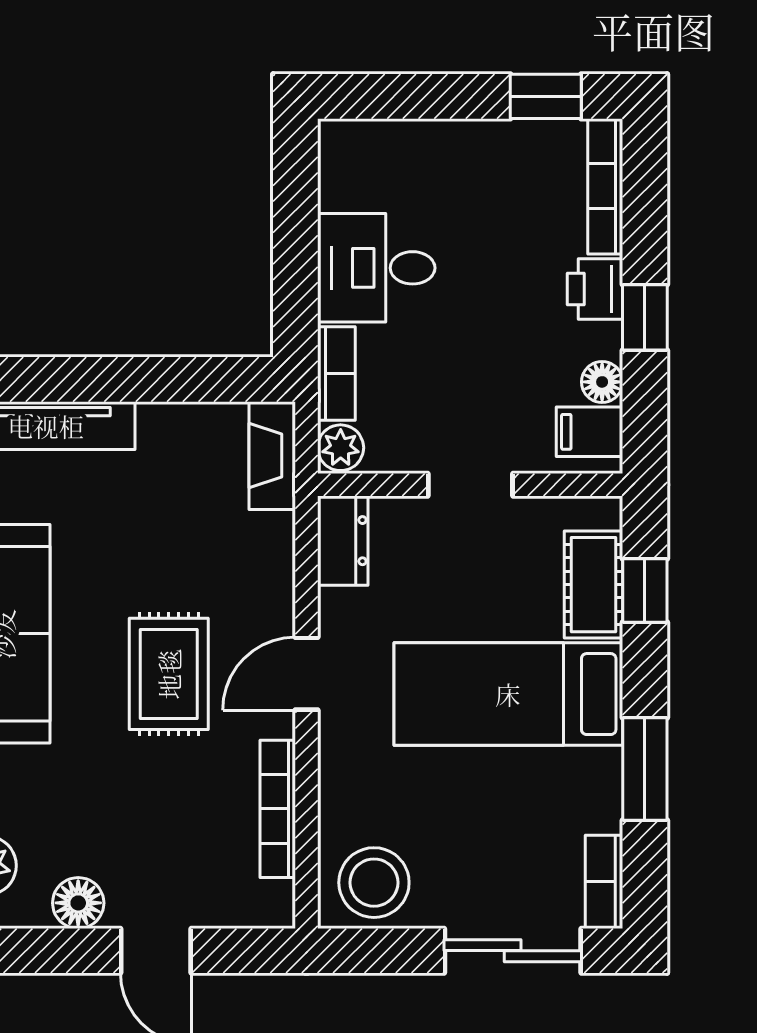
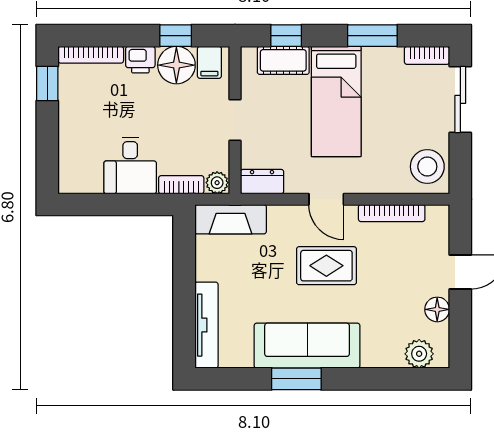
window: (645, 317) -> (176, 36), moved
floor lamp: (602, 382) -> (176, 65), width x1.89, depth x1.89
fireplace: (272, 456) -> (231, 219), width x1.37, depth x1.32

